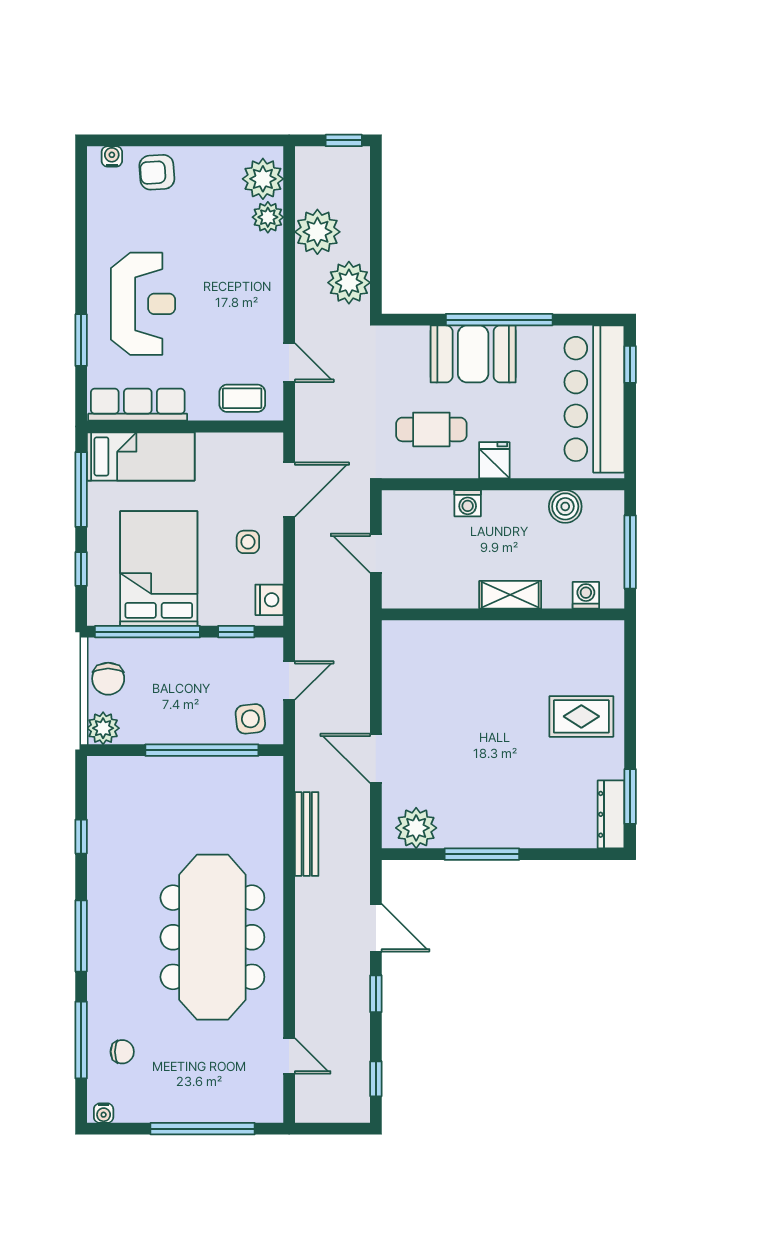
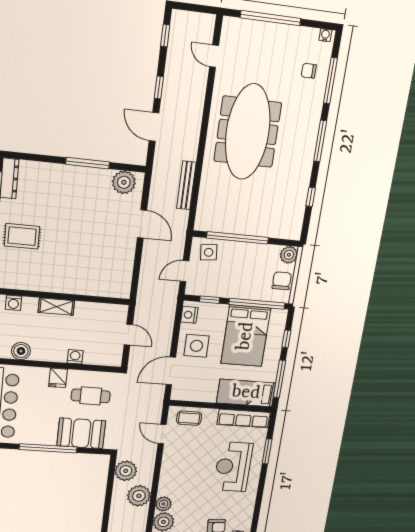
booth: (473, 354) -> (81, 433), moved
side table: (248, 542) -> (196, 346), width x1.87, depth x1.87

